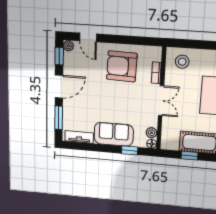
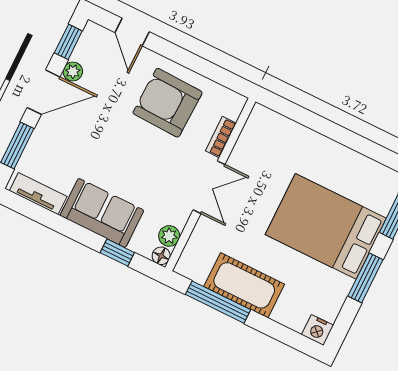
plant: (68, 46) -> (73, 72), moved
stool: (182, 62) -> (271, 136), removed
window: (189, 156) -> (218, 302), width x2.17

